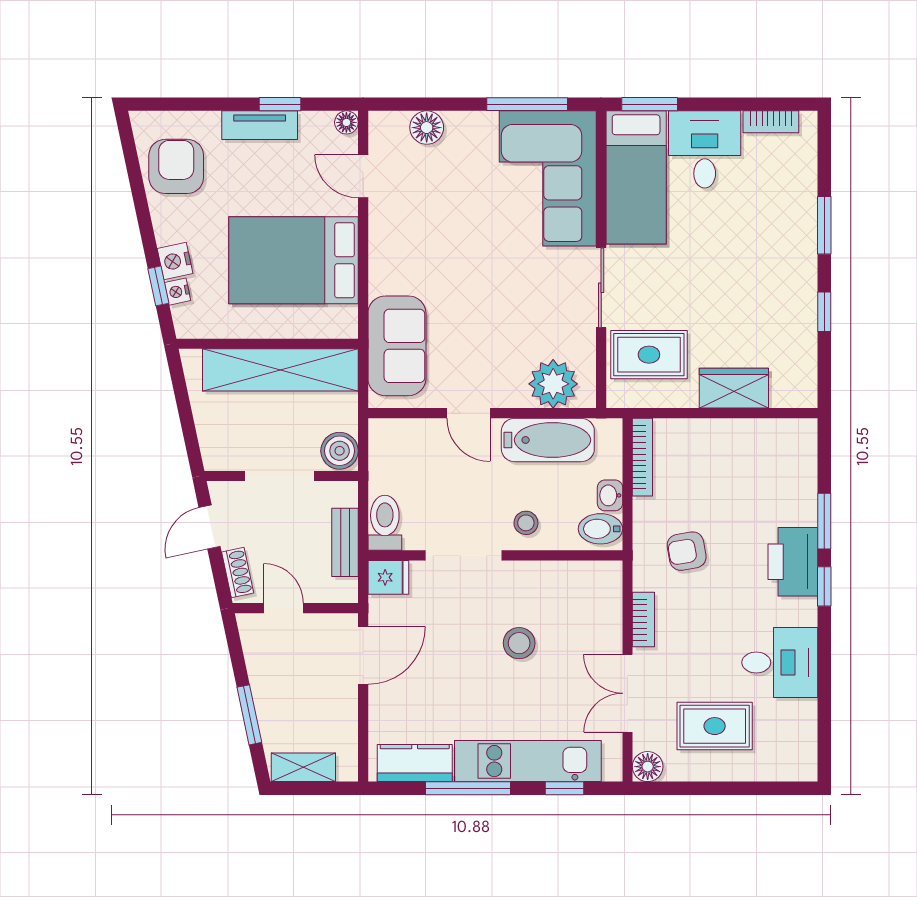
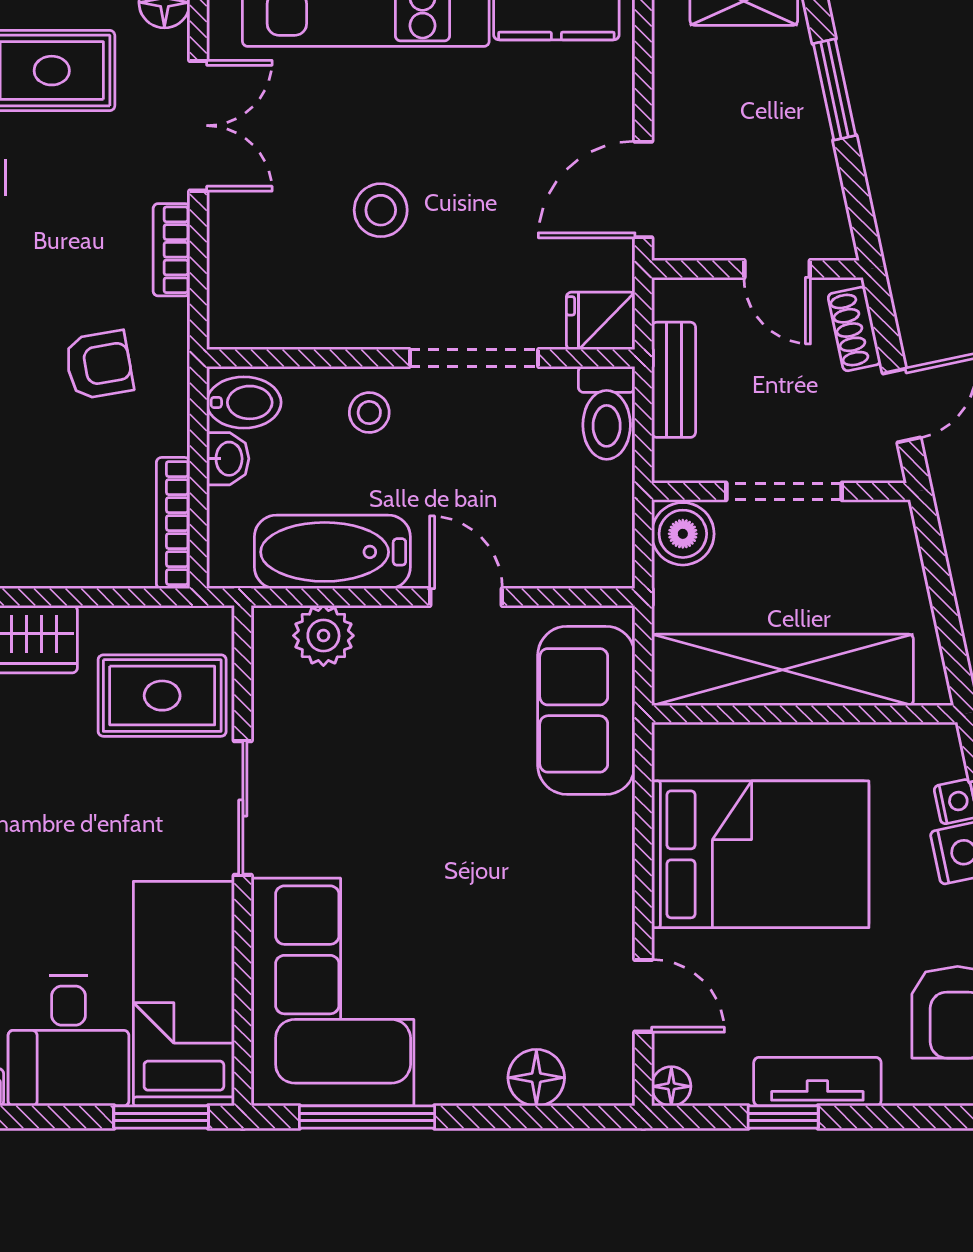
plant: (553, 384) -> (323, 636), width x0.73, depth x0.73

